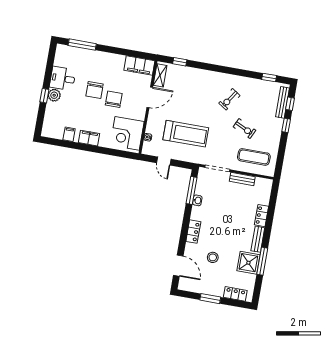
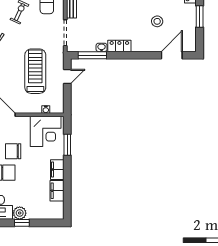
filing cabinet: (69, 134) -> (57, 191), width x2.00
window: (111, 152) -> (67, 145), added
door: (164, 161) -> (67, 76), moved
locker: (193, 232) -> (119, 46), moved

